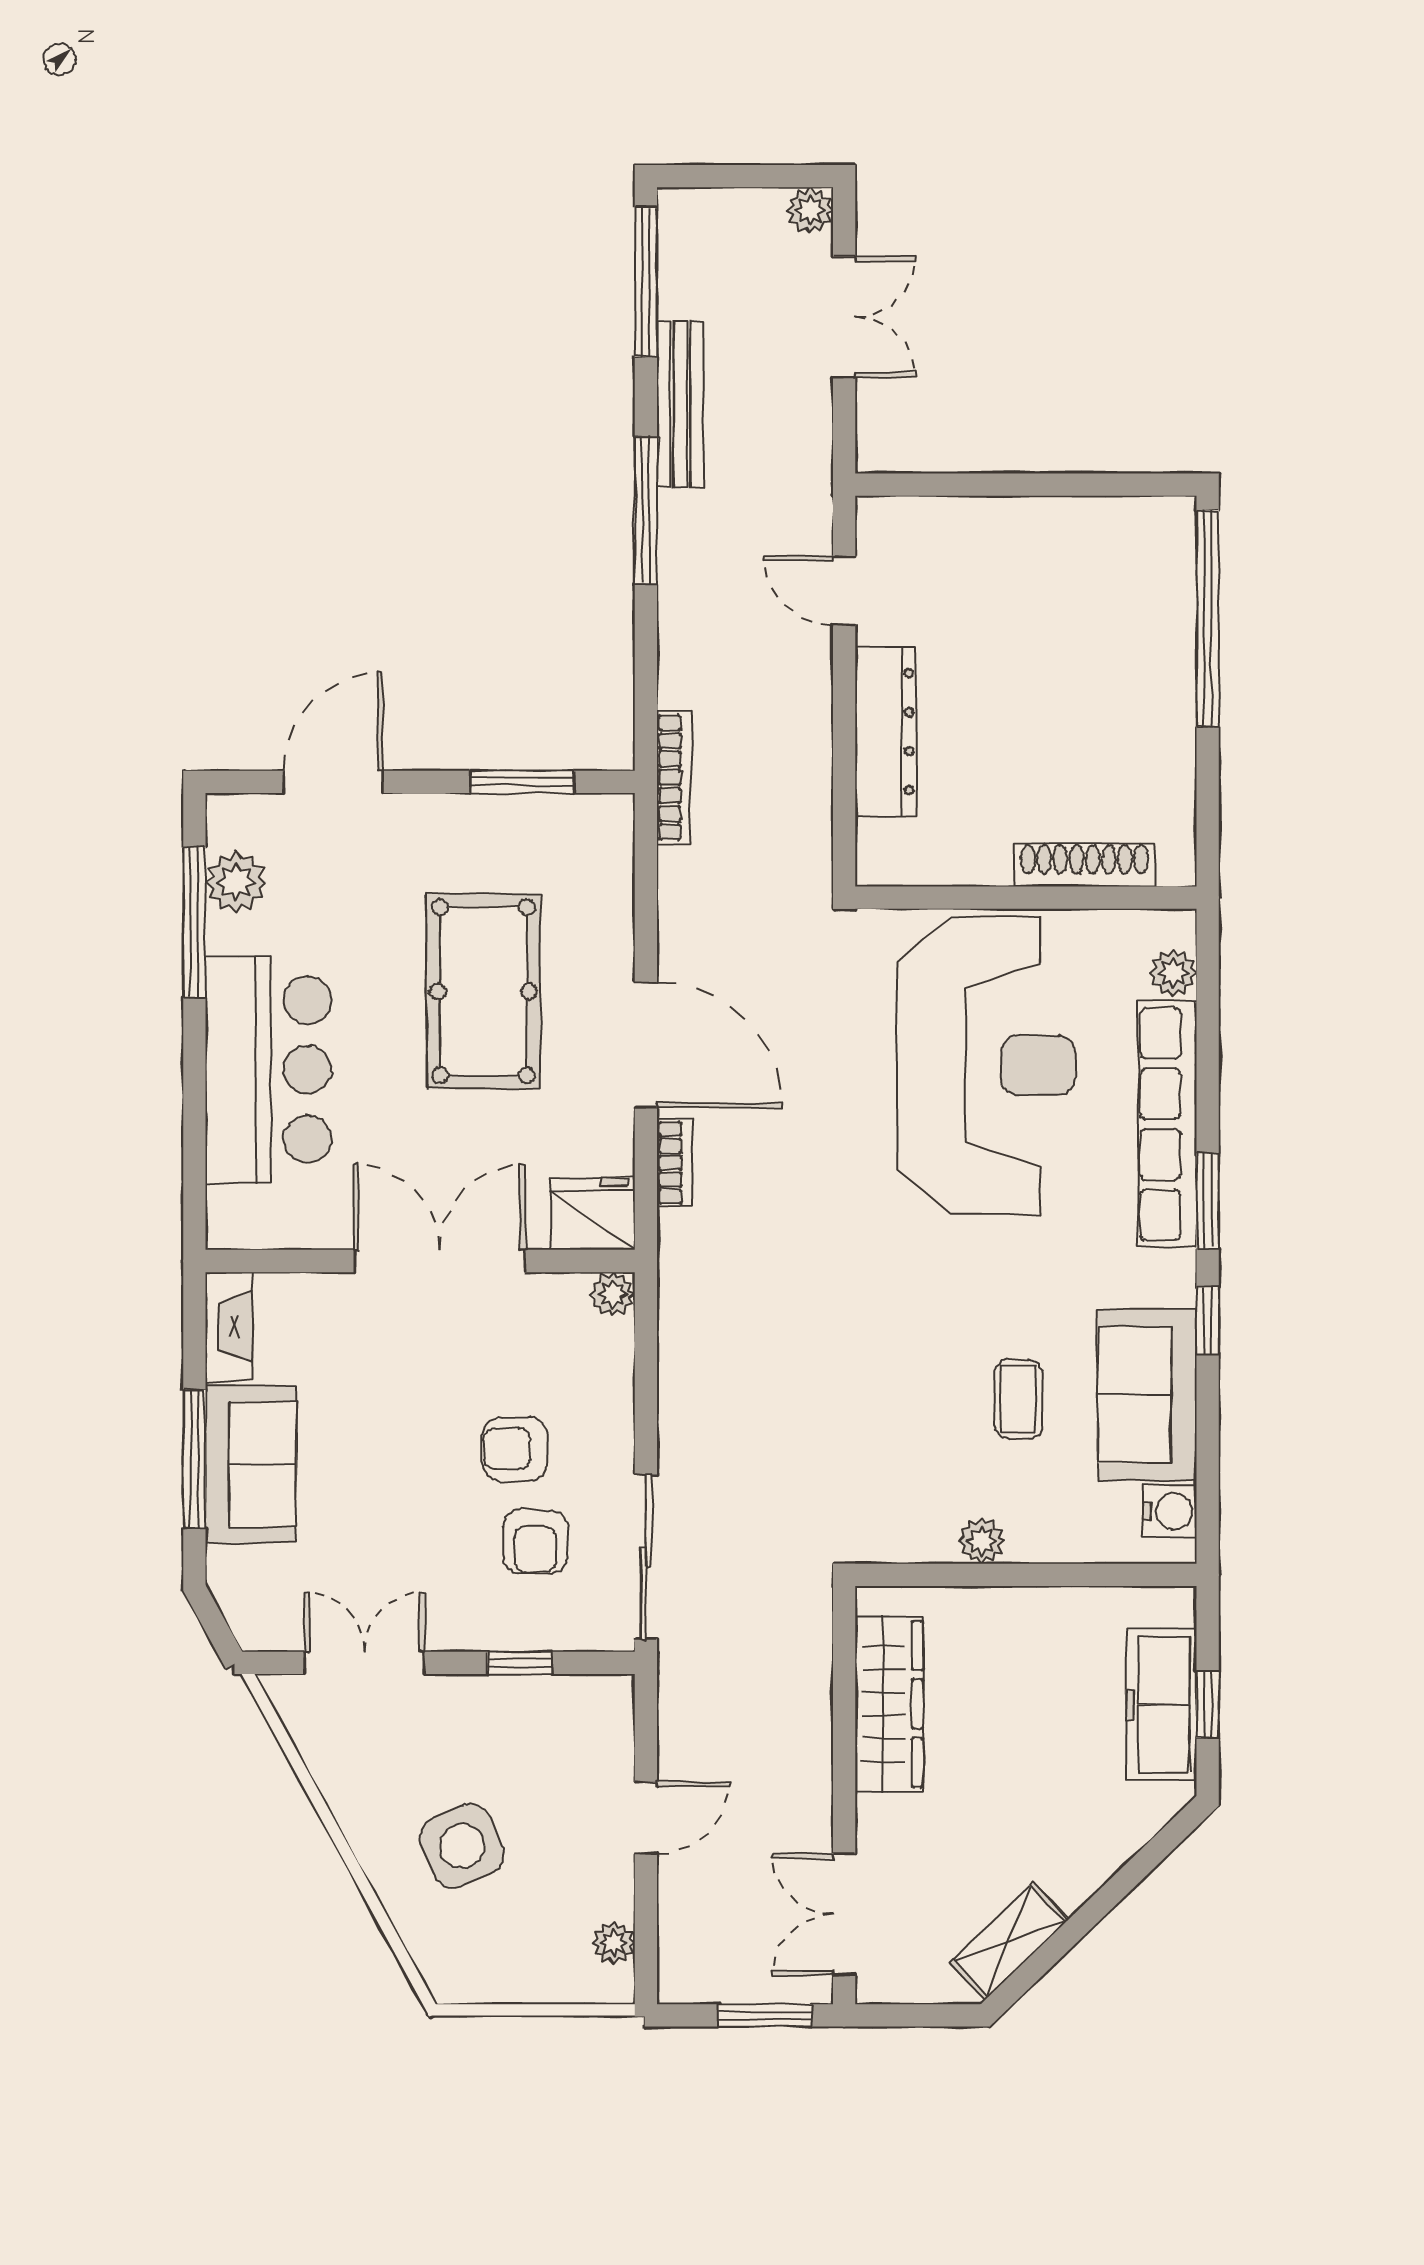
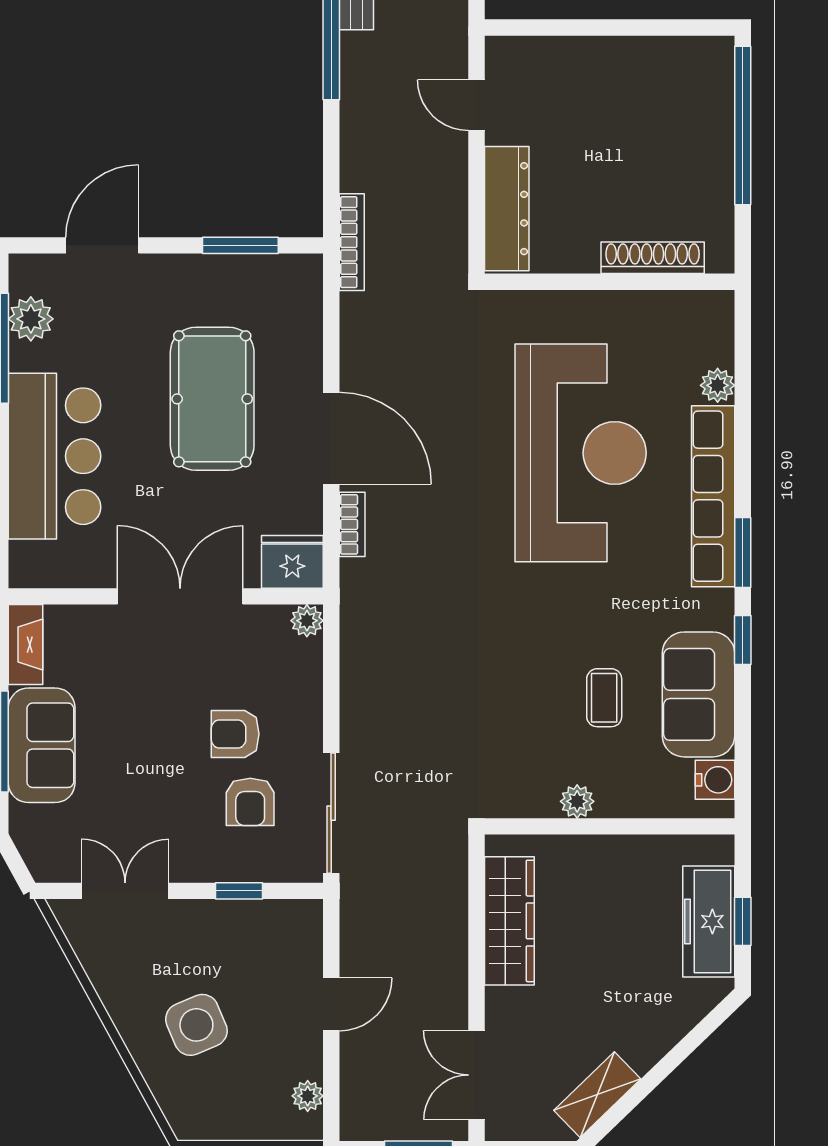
shoe rack: (1084, 865) -> (653, 258), moved
wall: (1026, 898) -> (610, 282), moved

